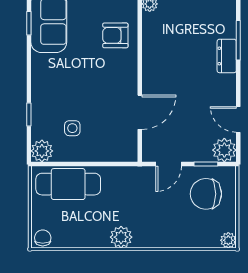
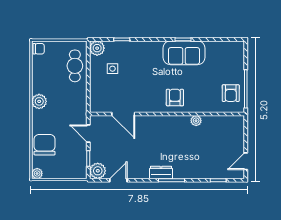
cafe table: (68, 184) -> (75, 66), width x0.73, depth x0.74
chair: (206, 194) -> (45, 145), moved

